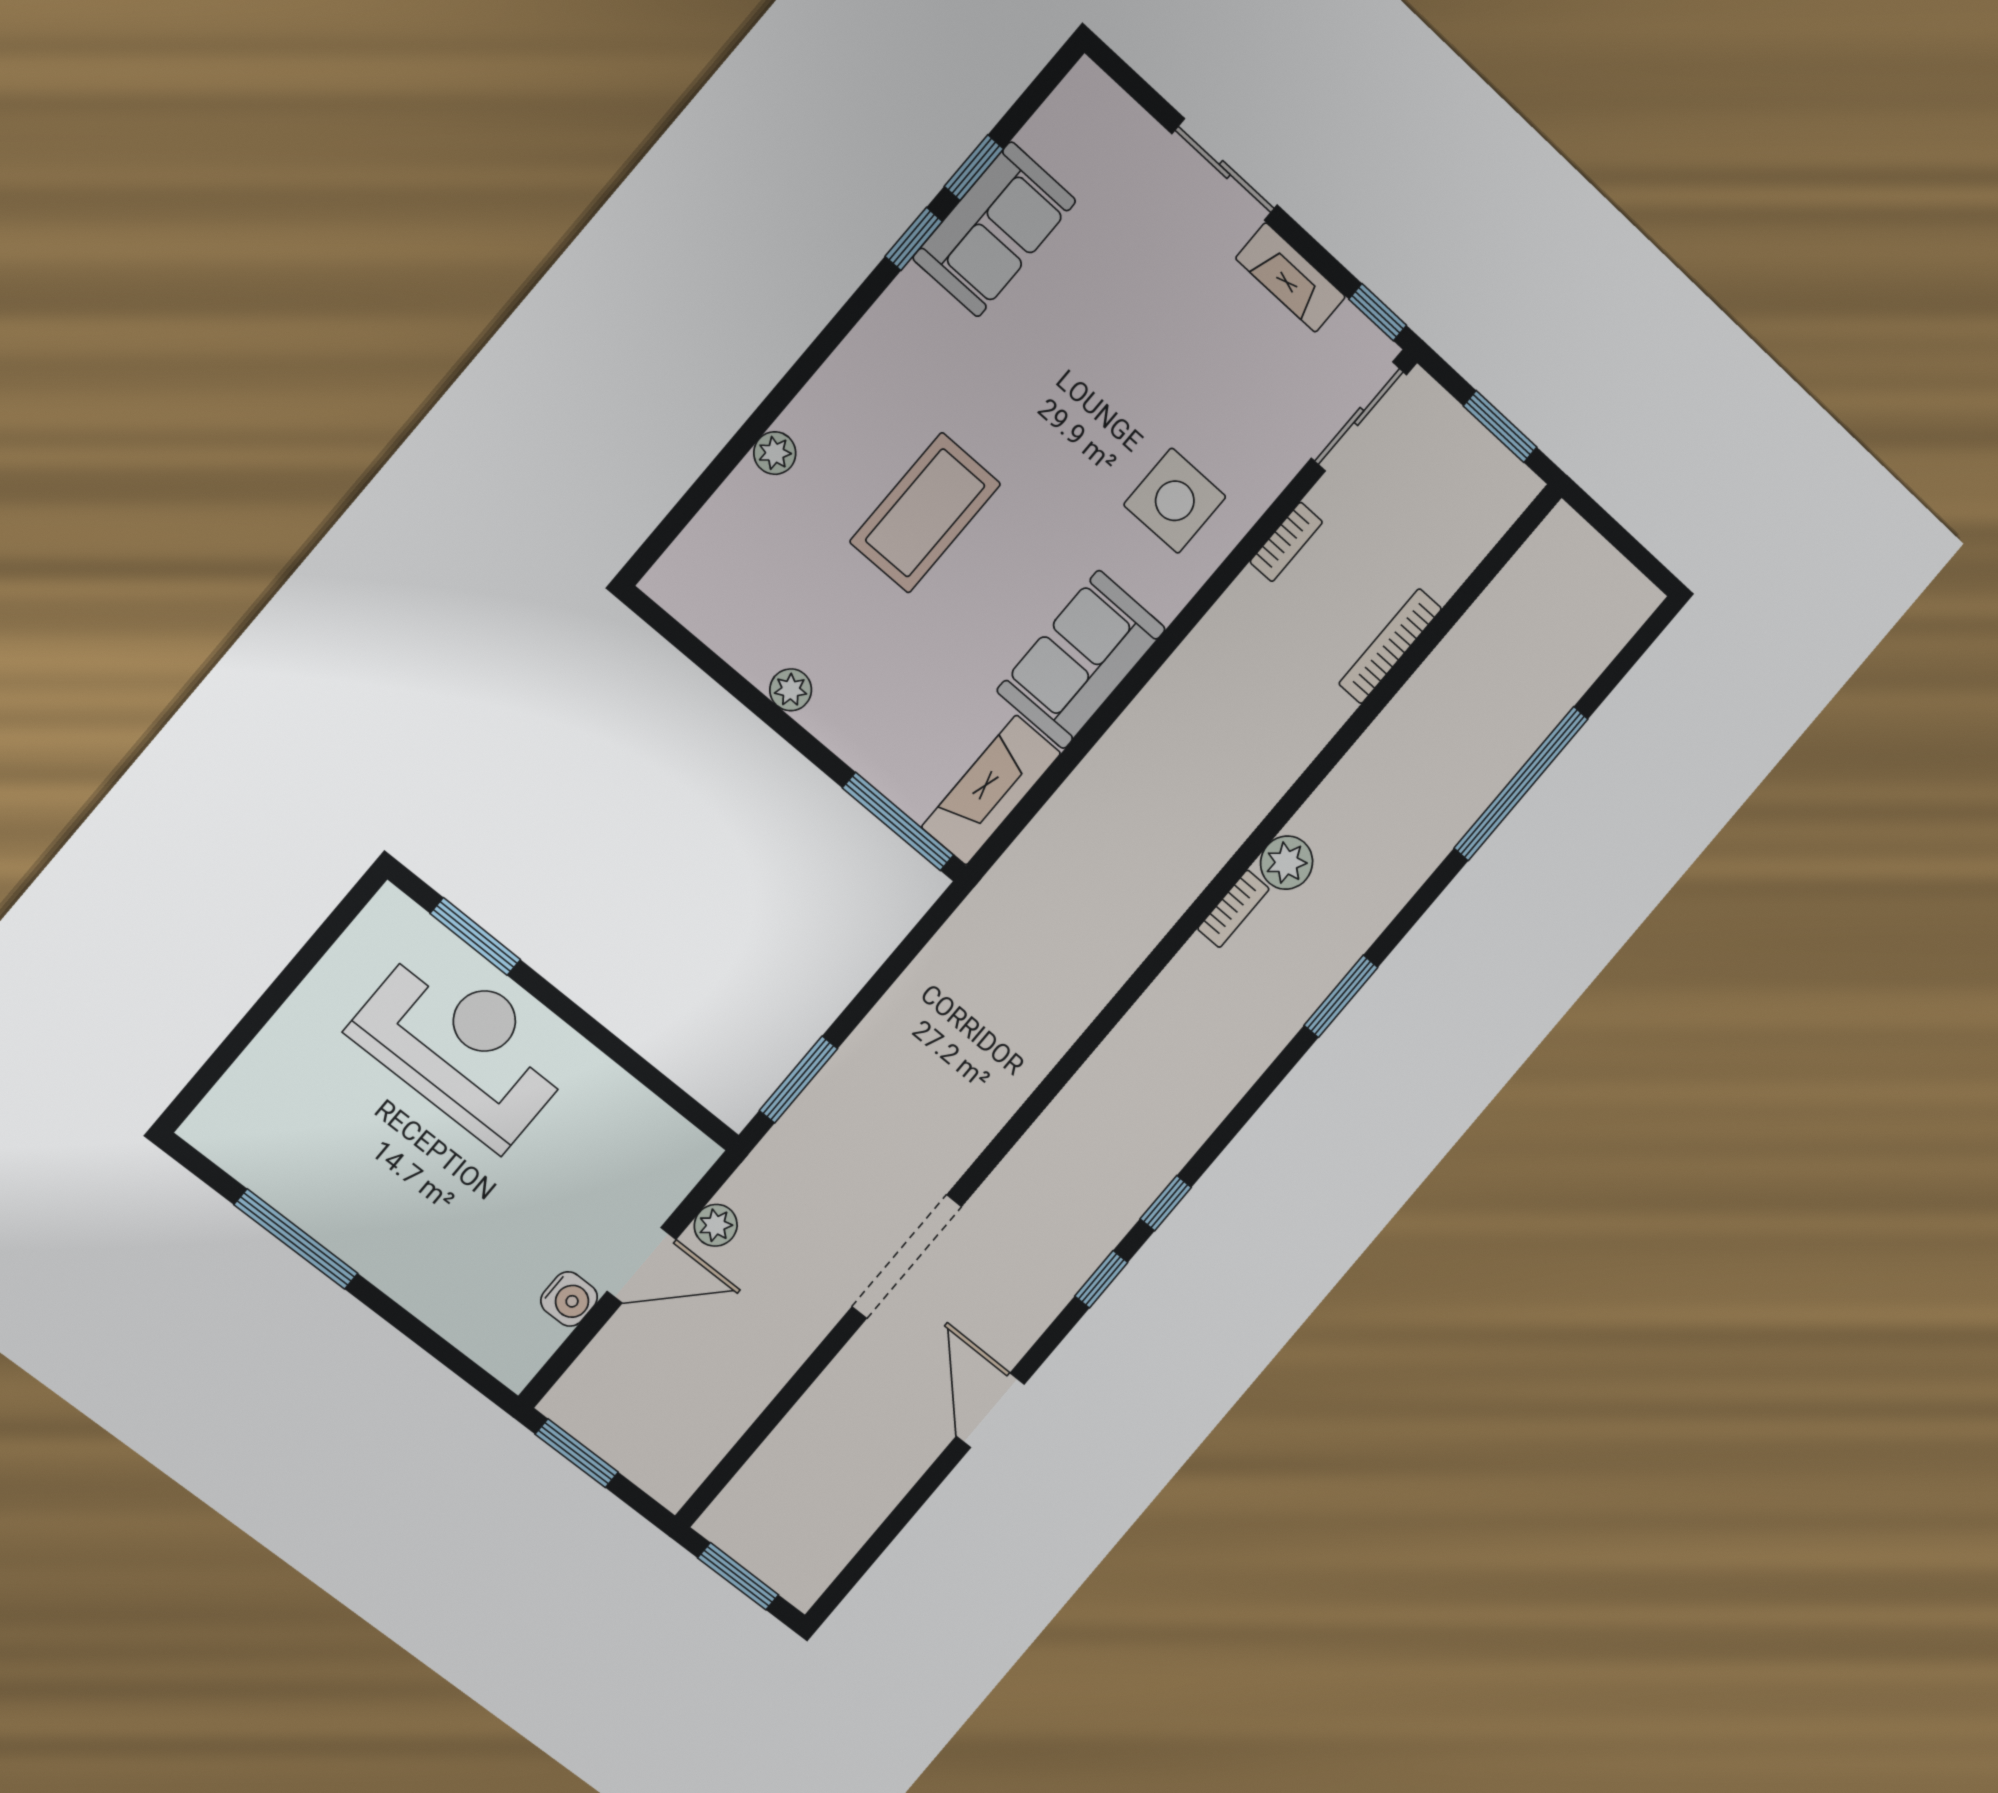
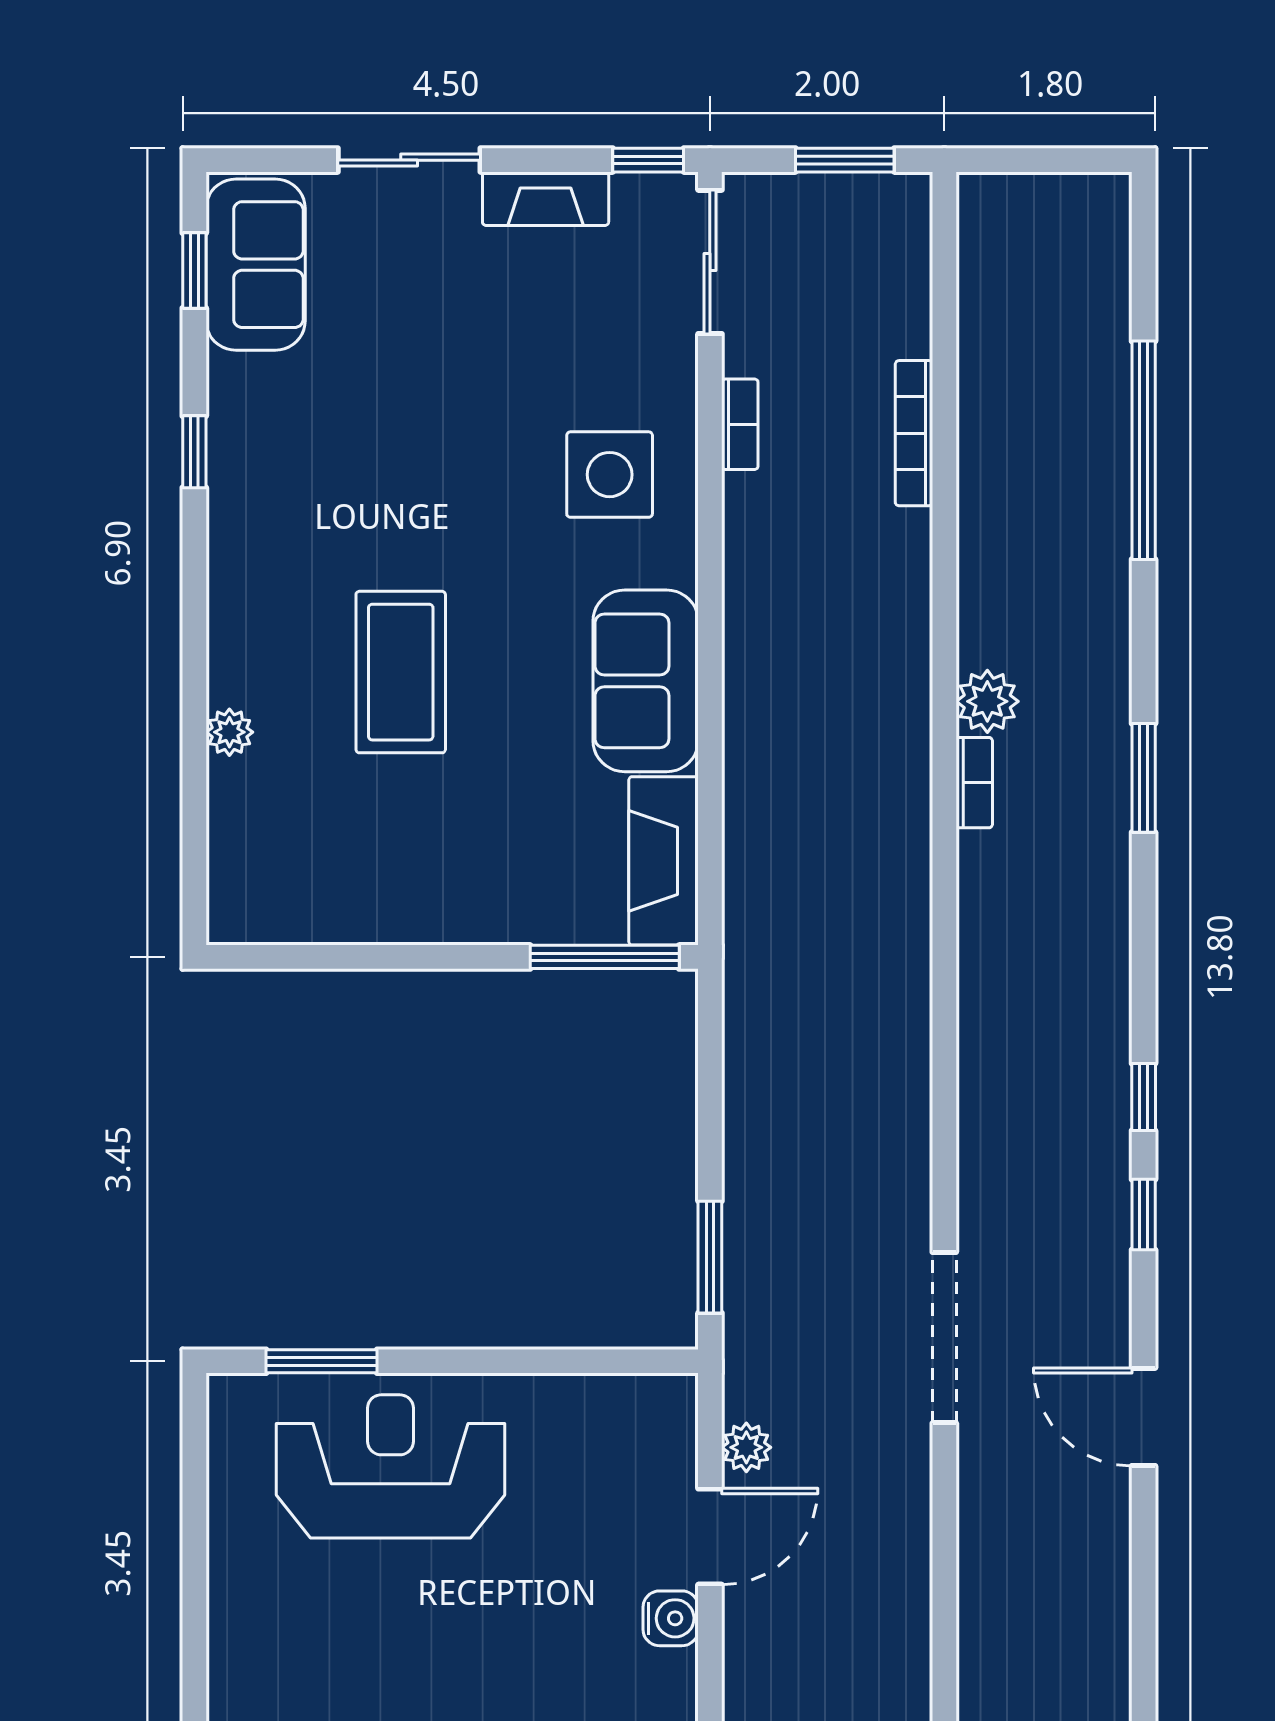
window: (974, 168) -> (194, 270), moved
sofa: (994, 229) -> (256, 265), moved
plant: (791, 690) -> (413, 922), removed

